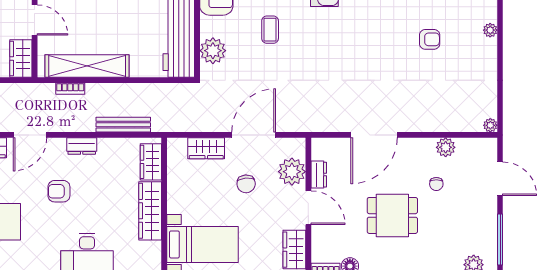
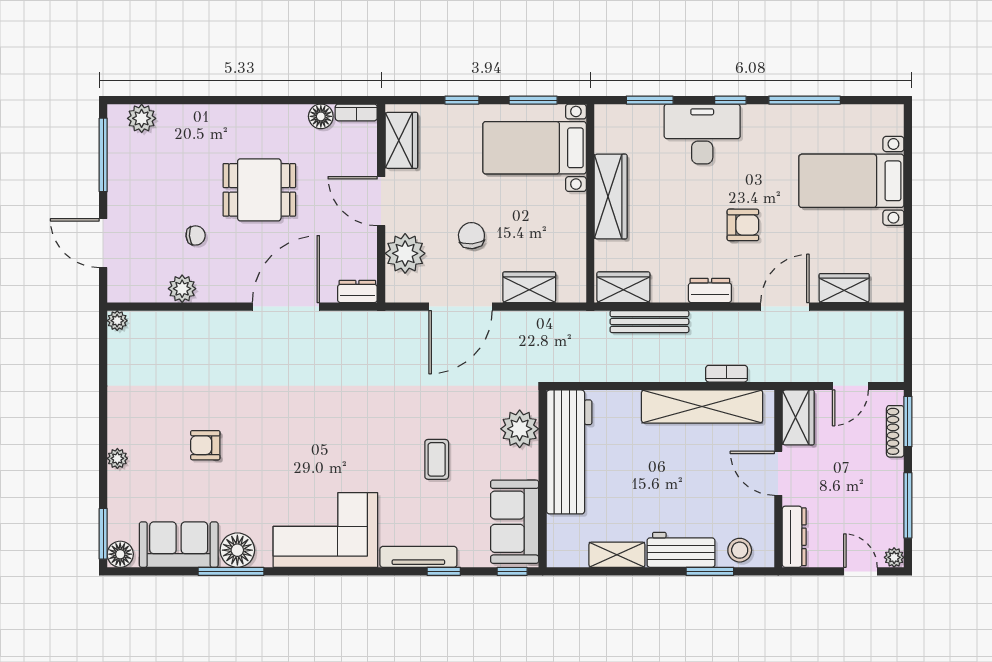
wardrobe: (151, 162) -> (623, 287), moved, turned -90
dresser: (319, 175) -> (357, 291), moved, turned 90
chair: (436, 184) -> (196, 235), turned 85

